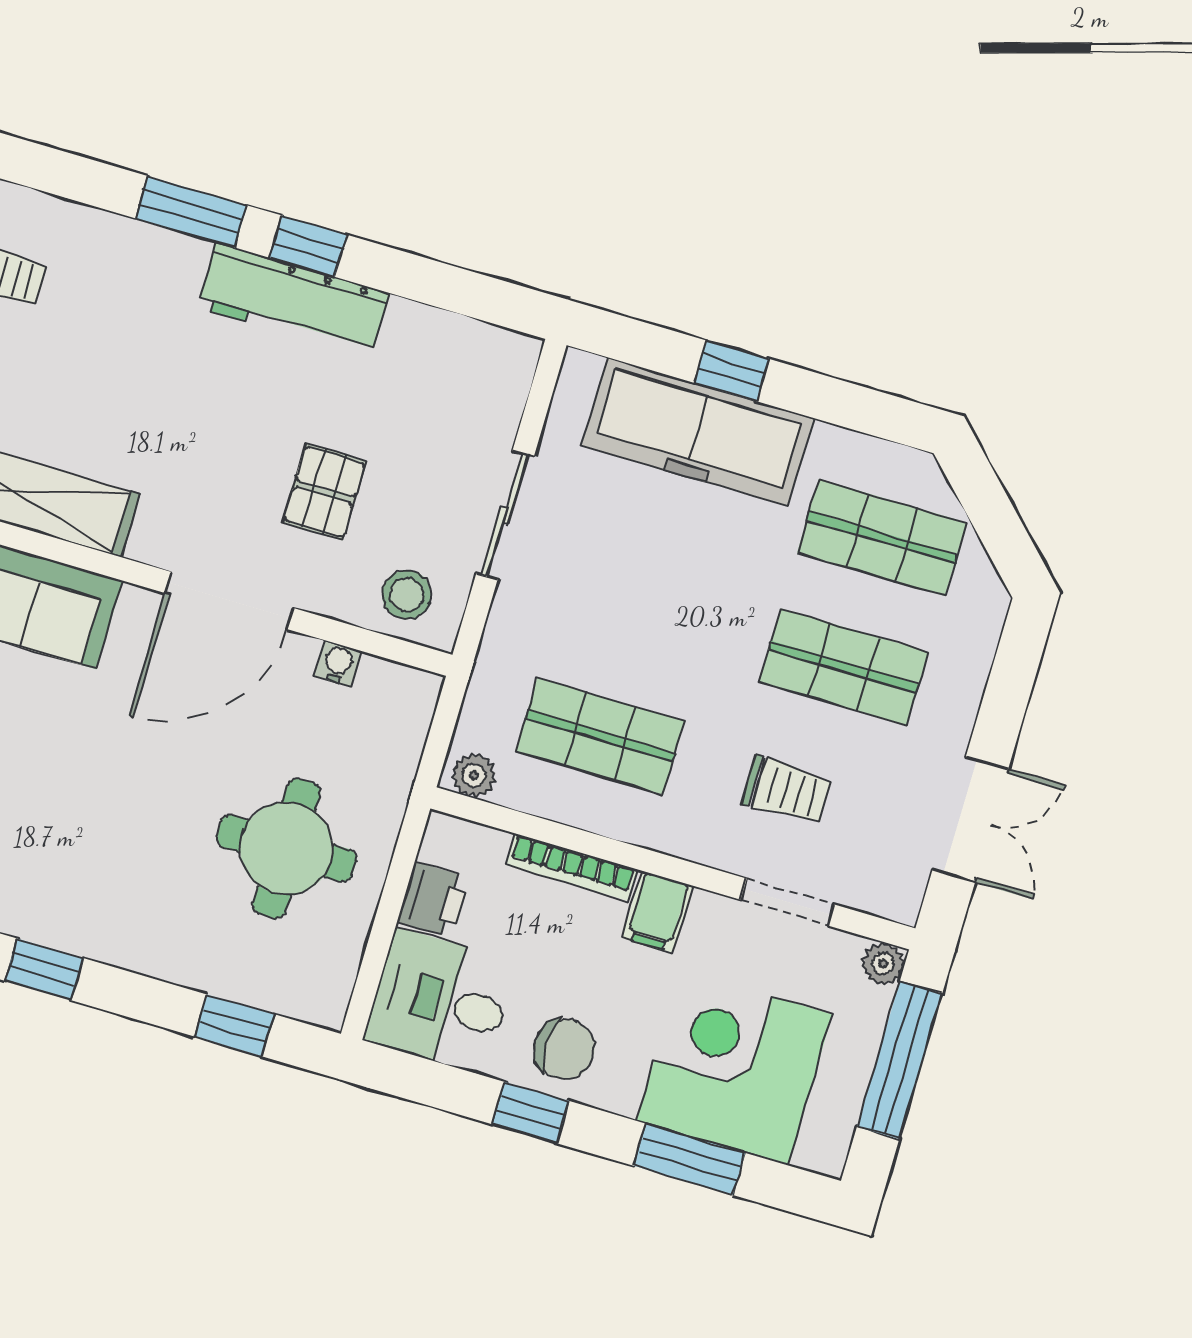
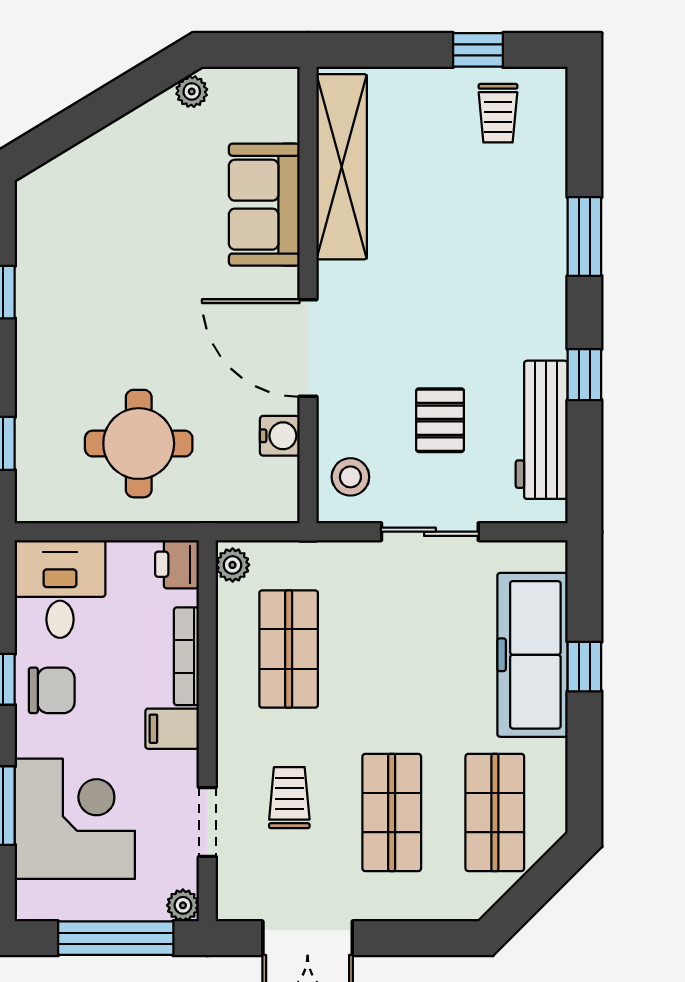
window: (308, 246) -> (584, 375), moved
workbench: (293, 300) -> (542, 430), moved
pallet: (324, 492) -> (440, 420), moved, turned 90
water cooler: (338, 663) -> (280, 436), width x1.38, depth x1.38
trolley: (787, 790) -> (289, 798), turned 180
printer: (433, 900) -> (177, 564), moved, turned 90
chair: (564, 1049) -> (52, 690), turned -90

